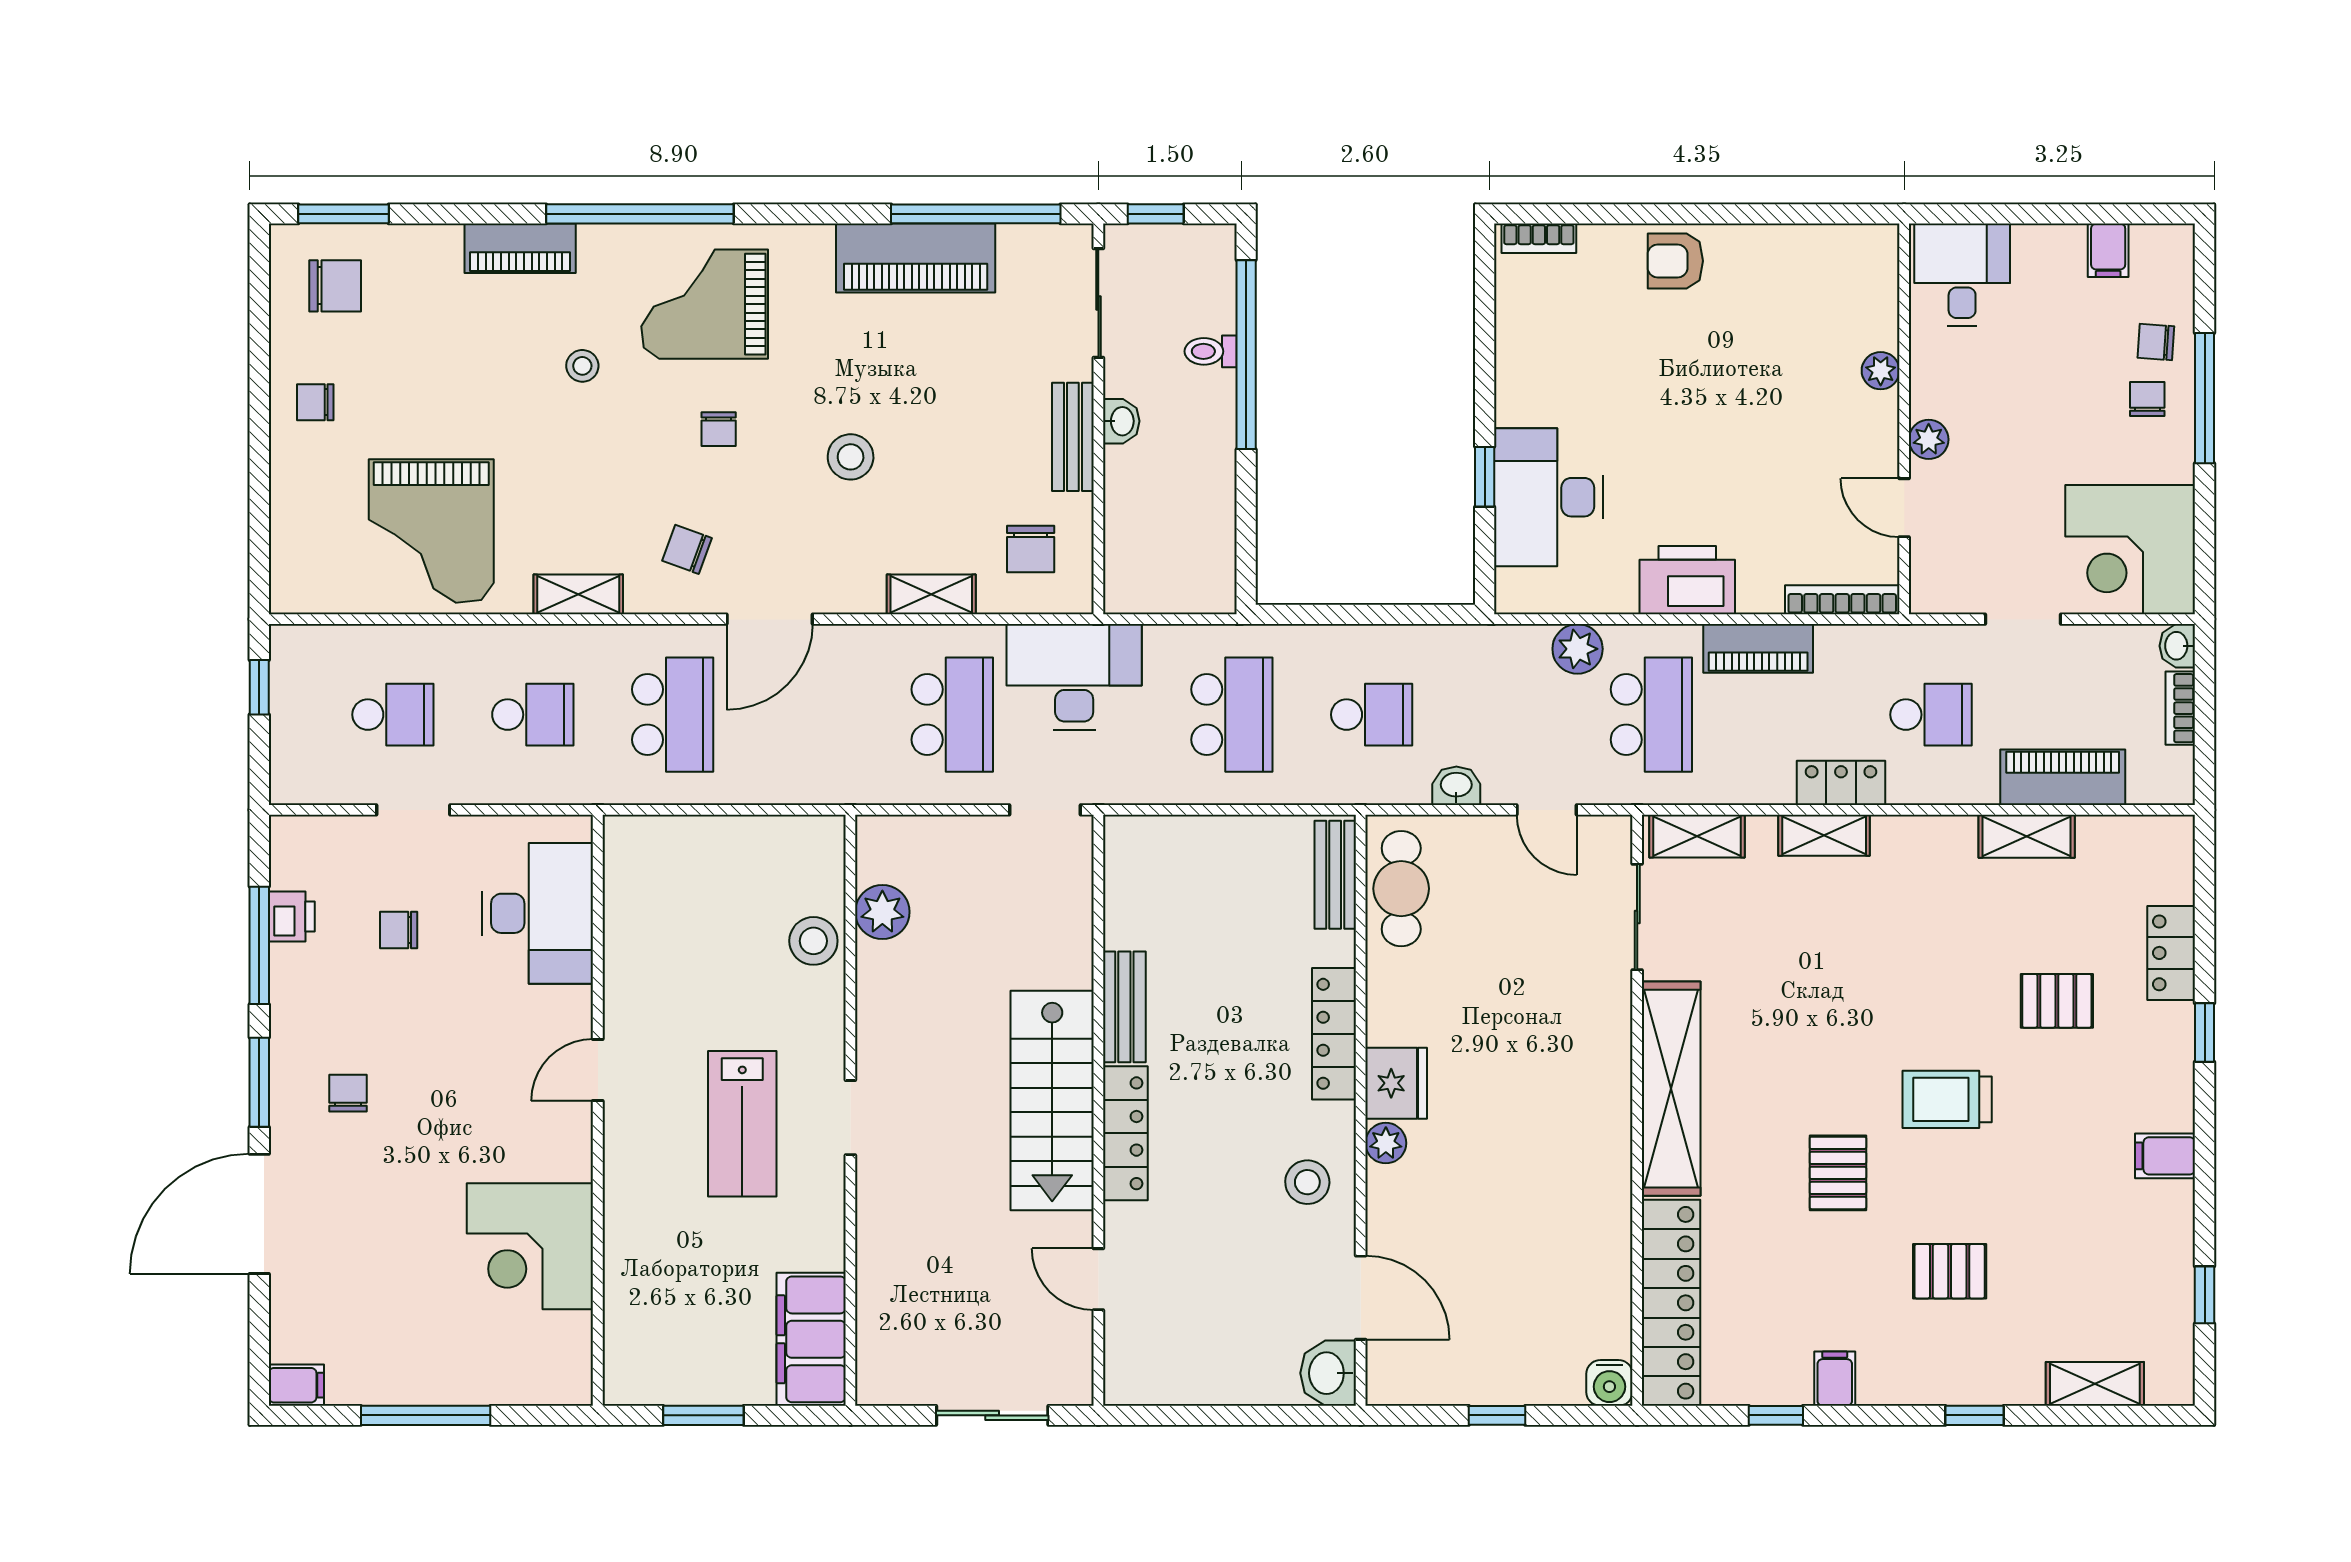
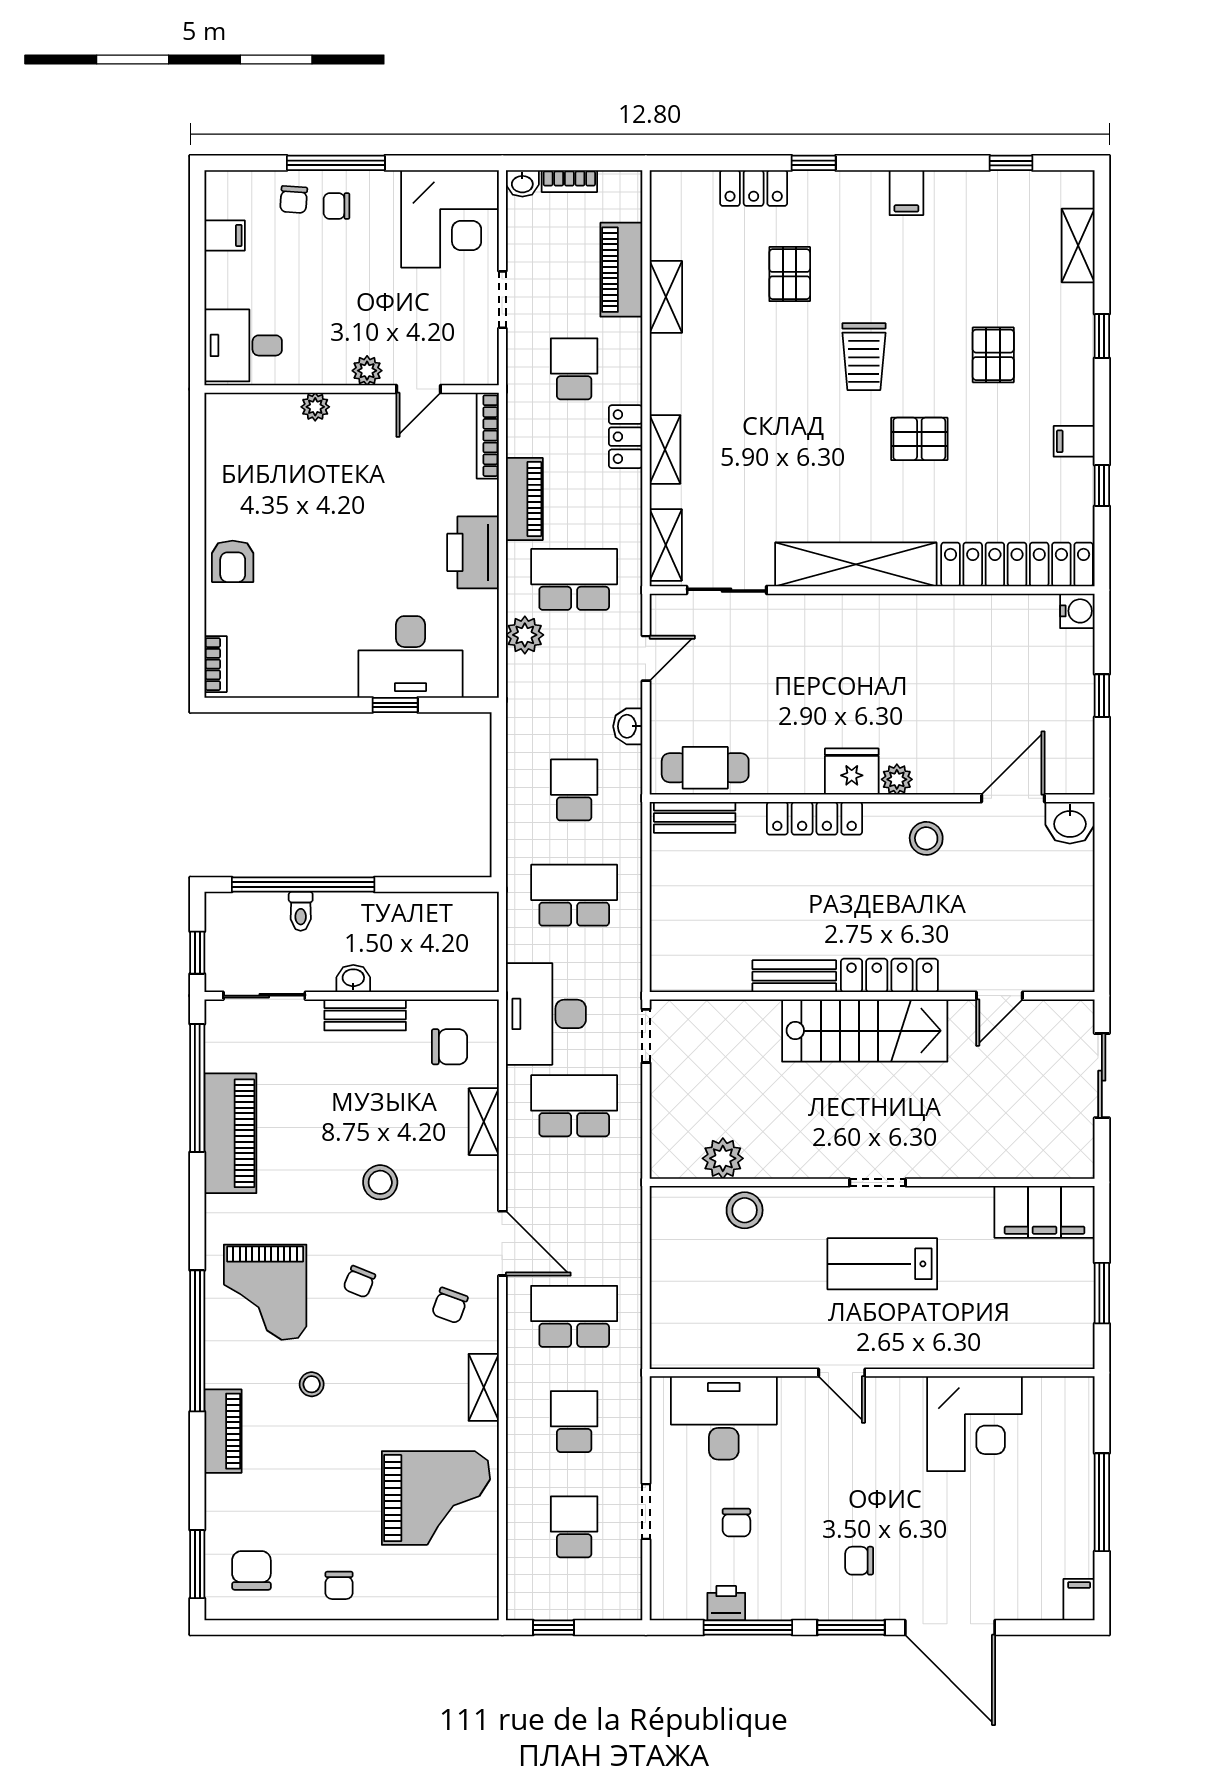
chair: (719, 429) -> (359, 1282), turned 112
lab bench: (742, 1124) -> (882, 1264), turned 180

